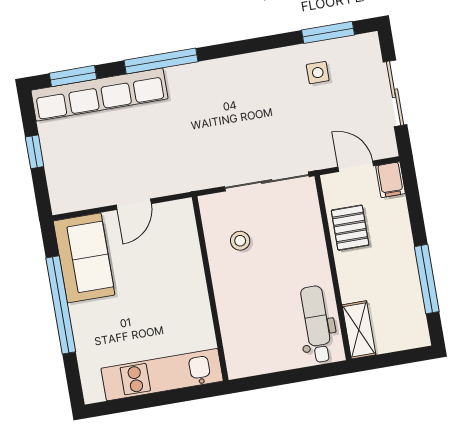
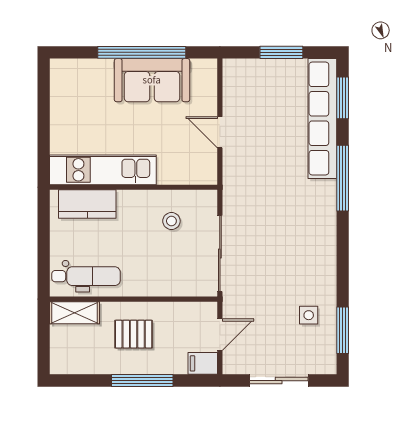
window: (35, 152) -> (281, 52), width x1.50
pallet: (350, 228) -> (134, 334), moved
sofa: (84, 258) -> (152, 80), moved
window: (427, 279) -> (142, 381), moved
kitchen counter: (237, 336) -> (87, 204), added
kitchen unit: (162, 375) -> (103, 170), moved, turned -90

